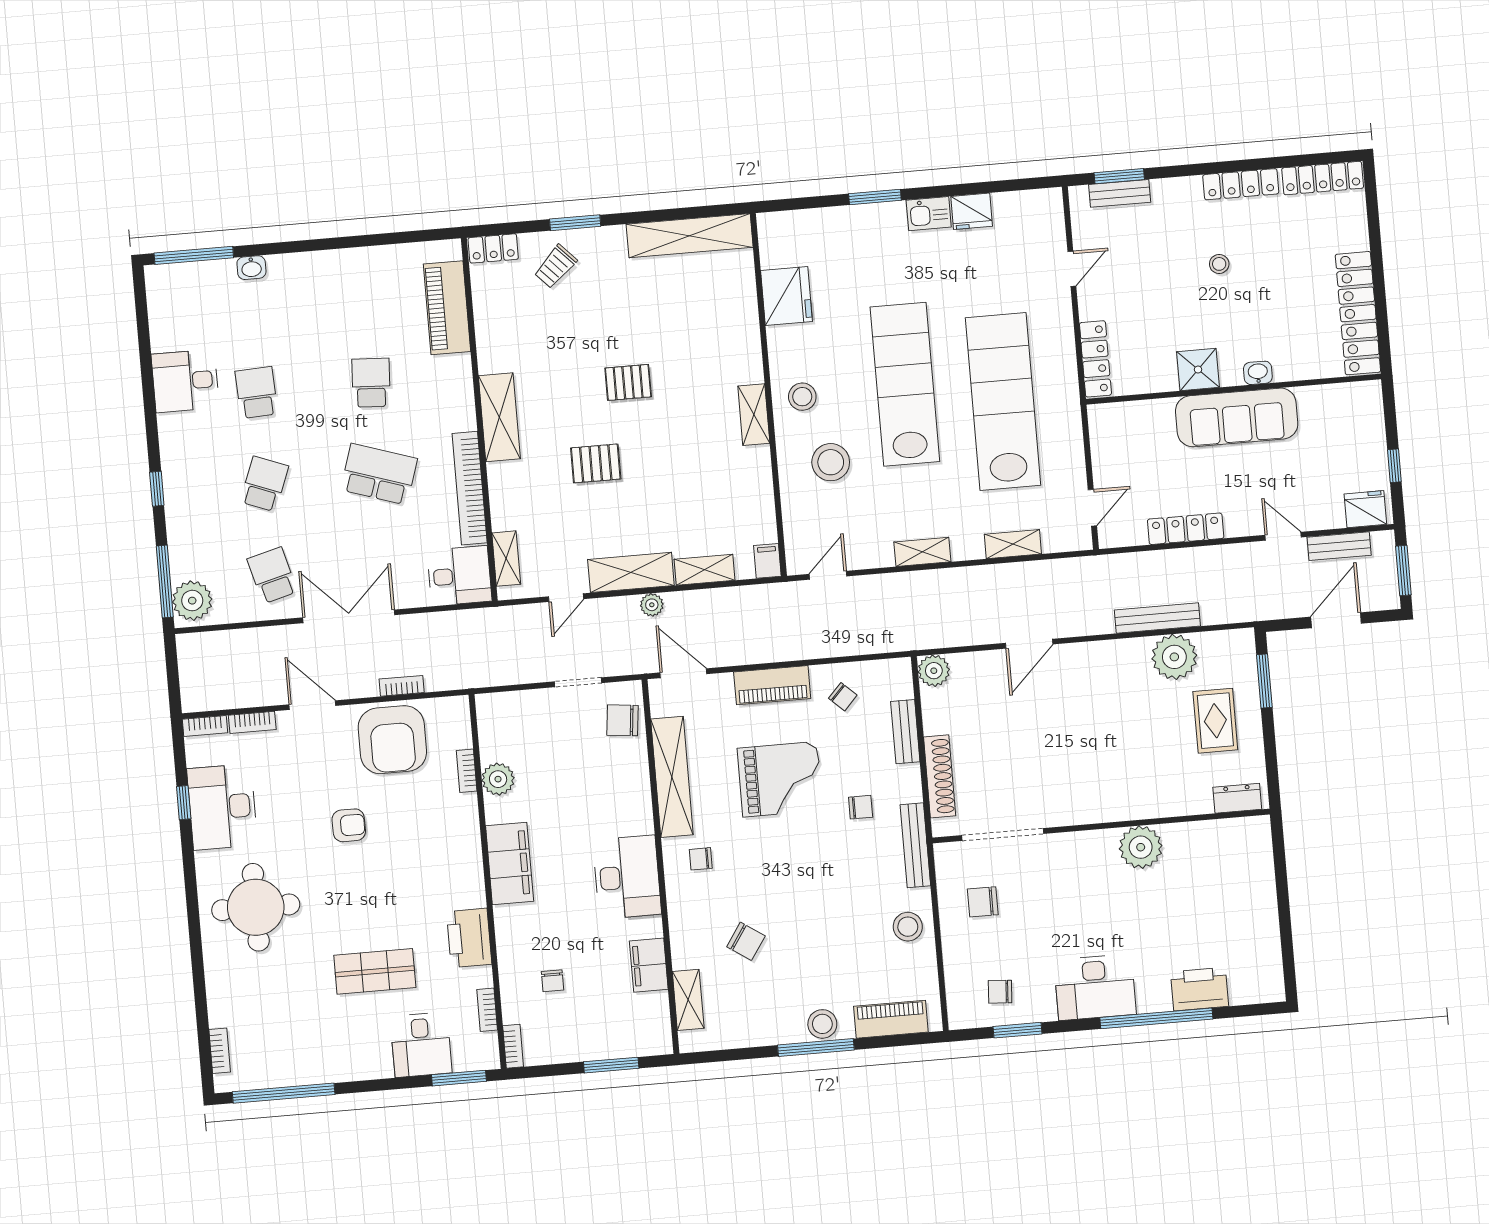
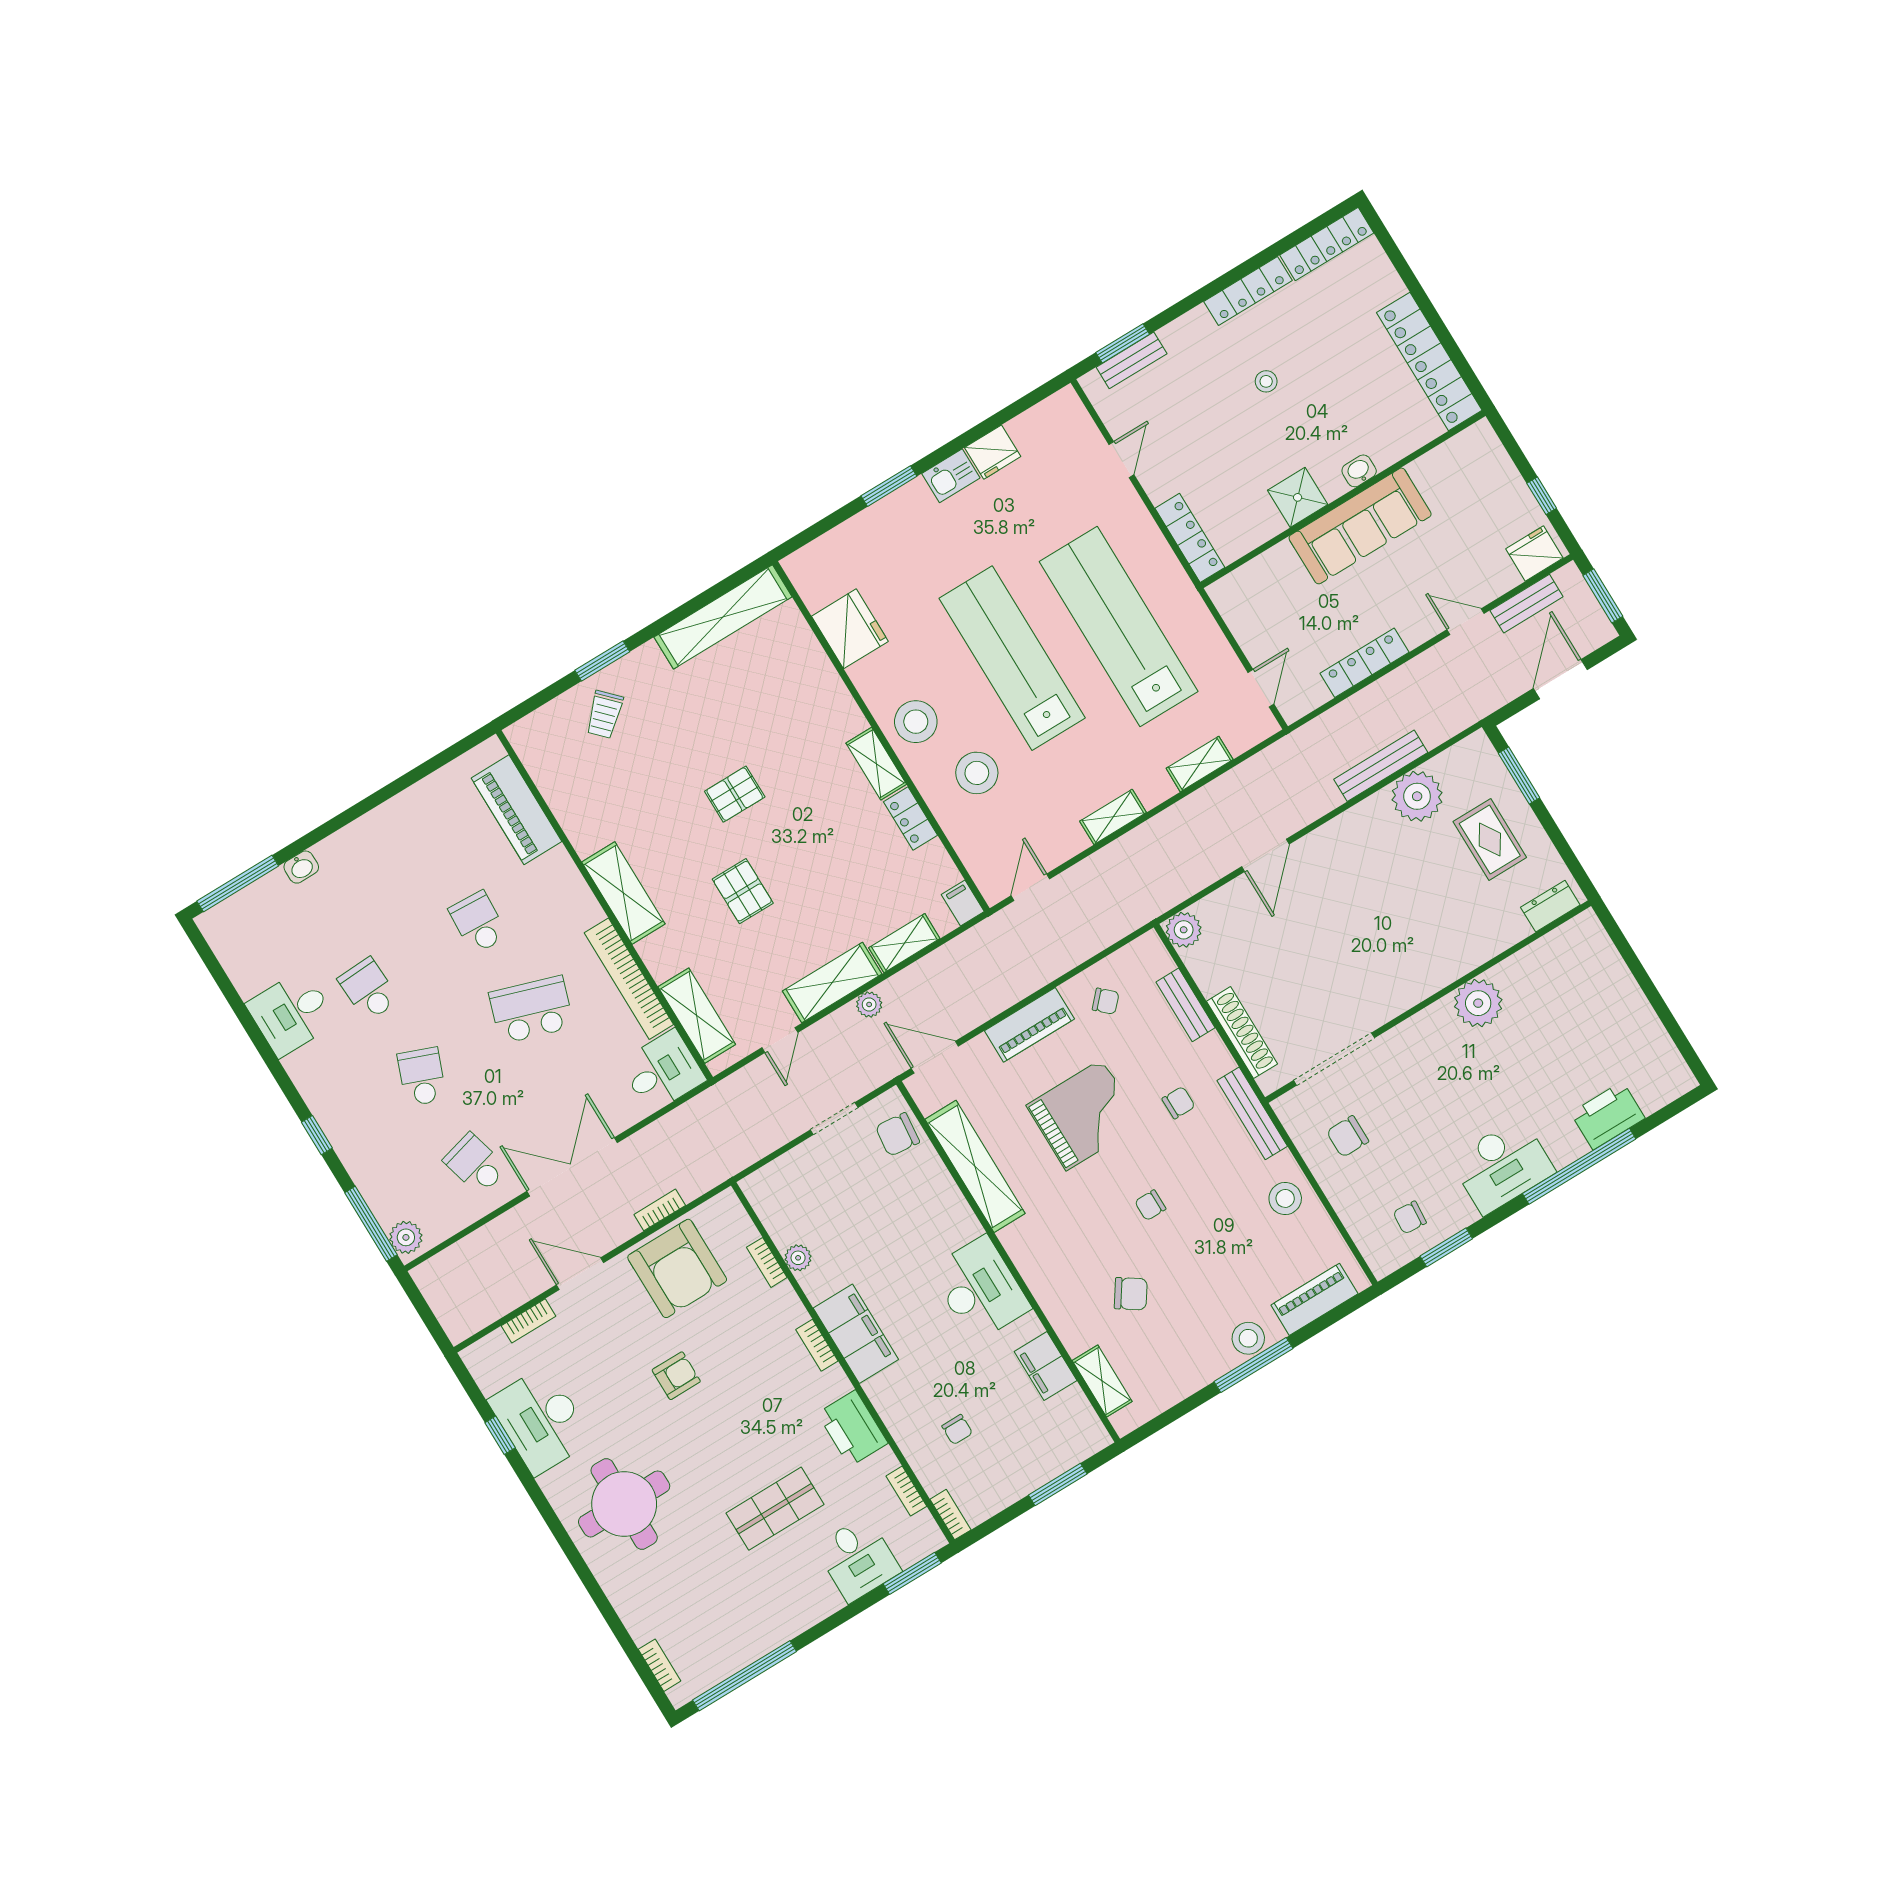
locker: (493, 248) -> (911, 819), moved, turned 90
stool: (802, 397) -> (916, 722), width x1.38, depth x1.38
pallet: (596, 463) -> (743, 891), turned 90
shelving: (506, 559) -> (697, 1016), width x1.50, depth x1.33
plant: (192, 601) -> (406, 1237), width x0.73, depth x0.73
bookcase: (205, 726) -> (817, 1345), moved, turned 90
plant: (498, 779) -> (798, 1258), width x0.73, depth x0.73
chair: (701, 859) -> (1150, 1205), moved

